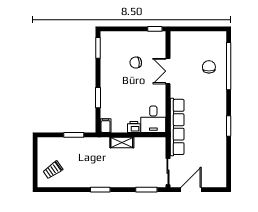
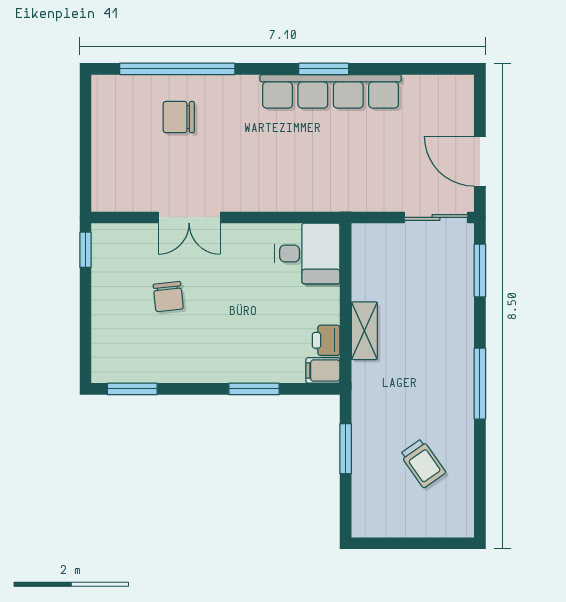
printer: (134, 127) -> (326, 340), moved
row of seats: (177, 127) -> (331, 91), moved, turned 180
trolley: (53, 170) -> (423, 463), moved
window: (100, 190) -> (480, 384), width x1.44

